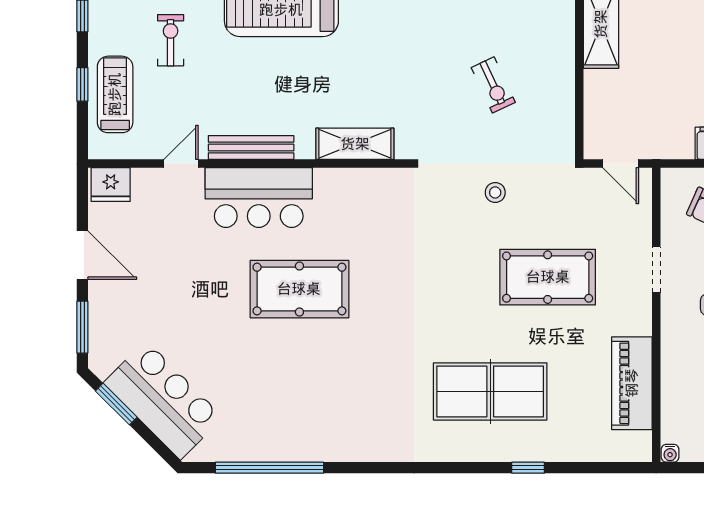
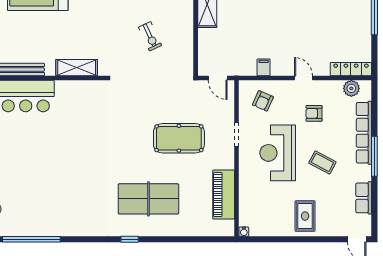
stool: (495, 192) -> (151, 93), removed
pool table: (299, 289) -> (47, 145), removed
window: (528, 468) -> (130, 239), moved

